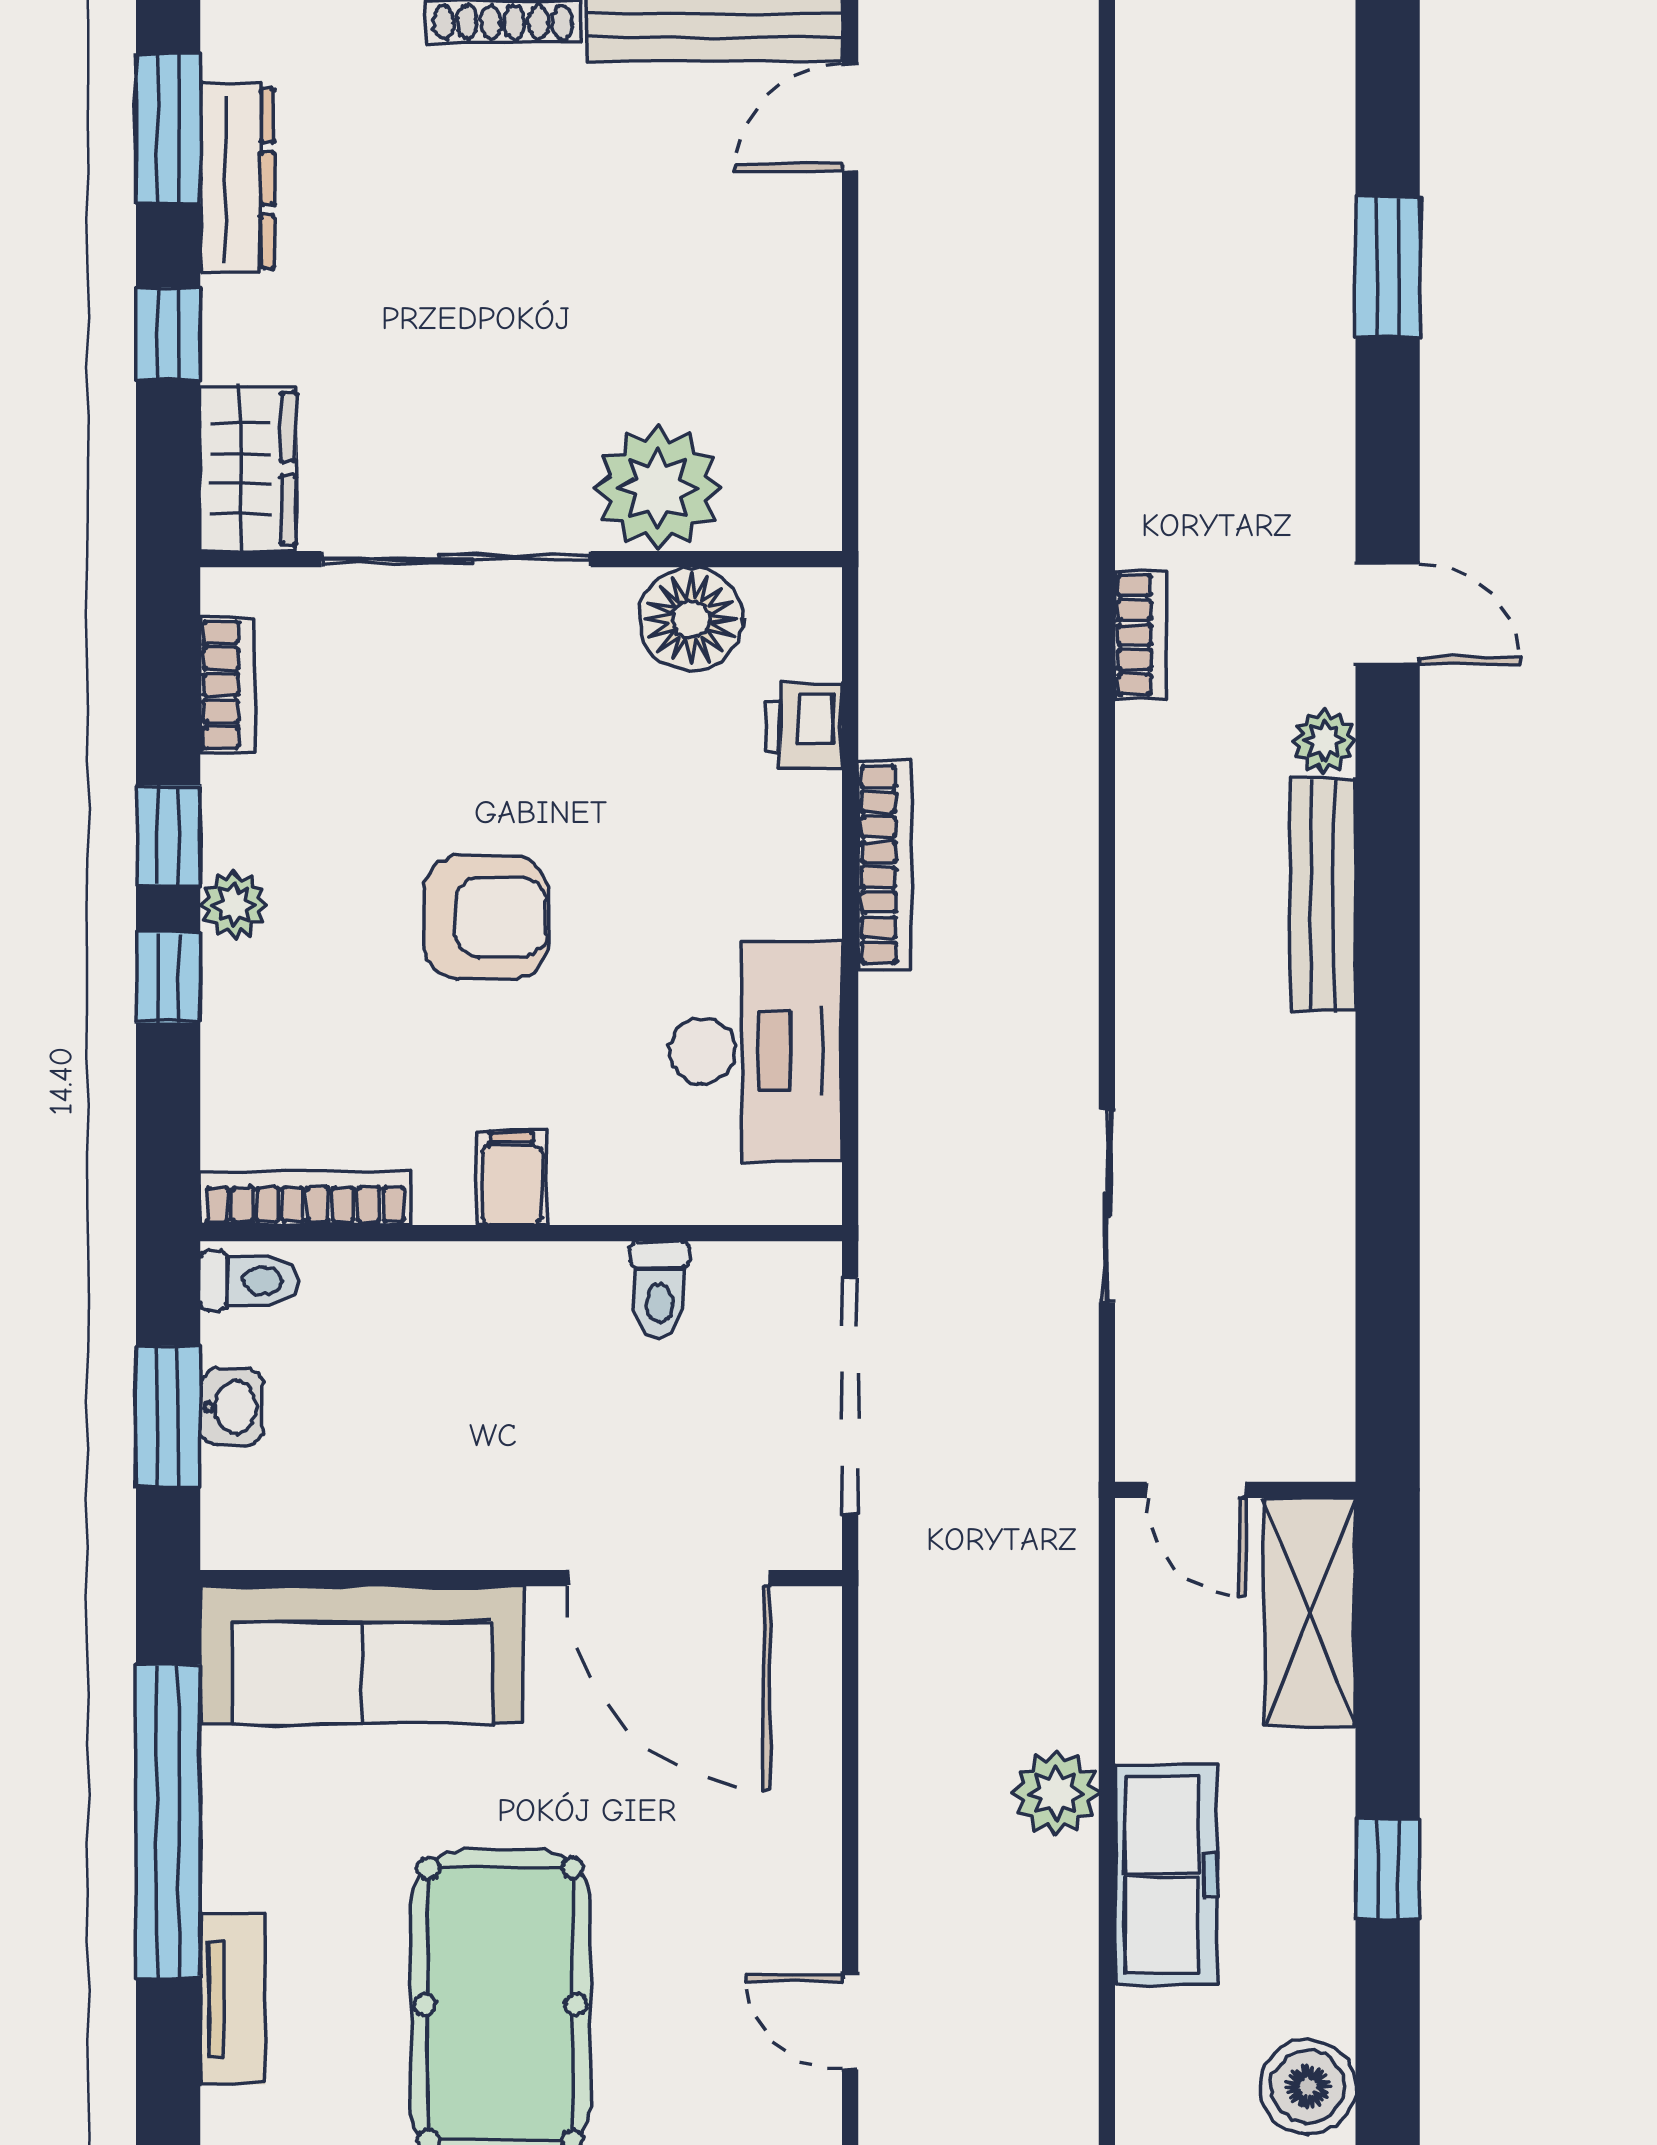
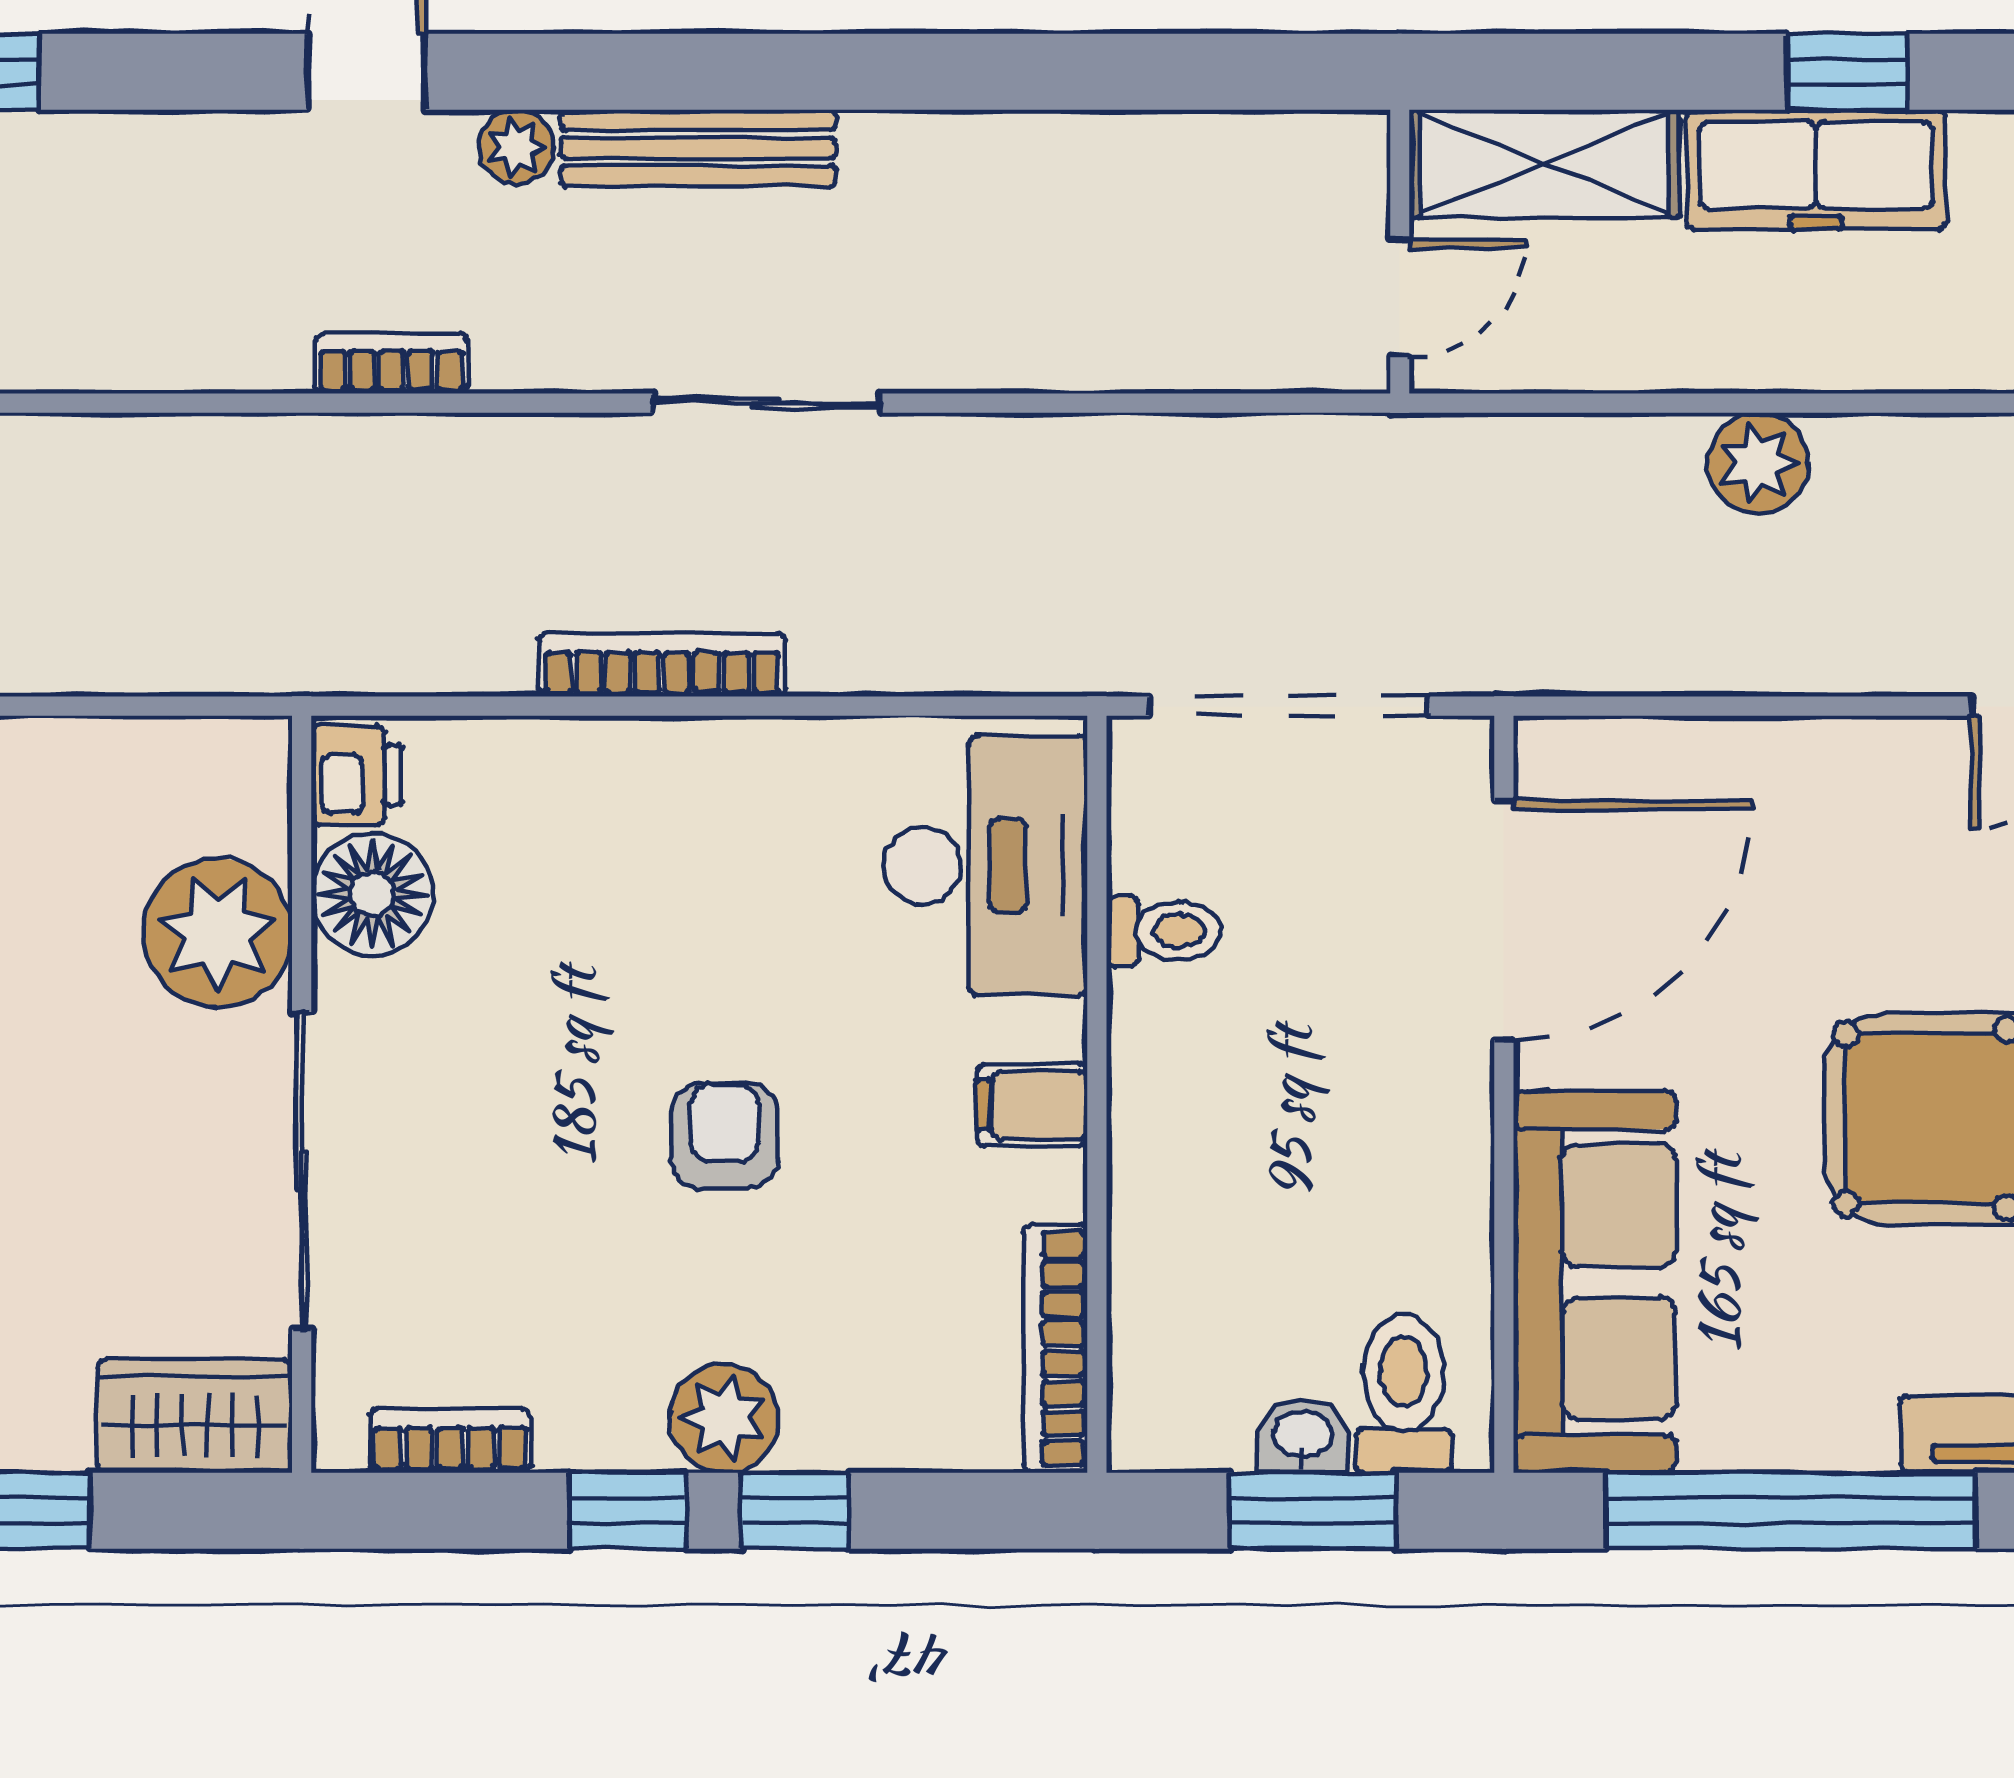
printer: (803, 726) -> (357, 775), moved, turned -90
plant: (234, 905) -> (724, 1418), width x1.38, depth x1.38
armchair: (486, 917) -> (724, 1136), width x0.72, depth x0.72
desk: (756, 1051) -> (985, 865), moved, turned 90
sliding door: (1107, 1206) -> (766, 403), moved
toilet: (249, 1281) -> (1404, 1394), moved, width x1.37, depth x1.39
freezer: (1166, 1875) -> (1816, 170), moved, turned 180

